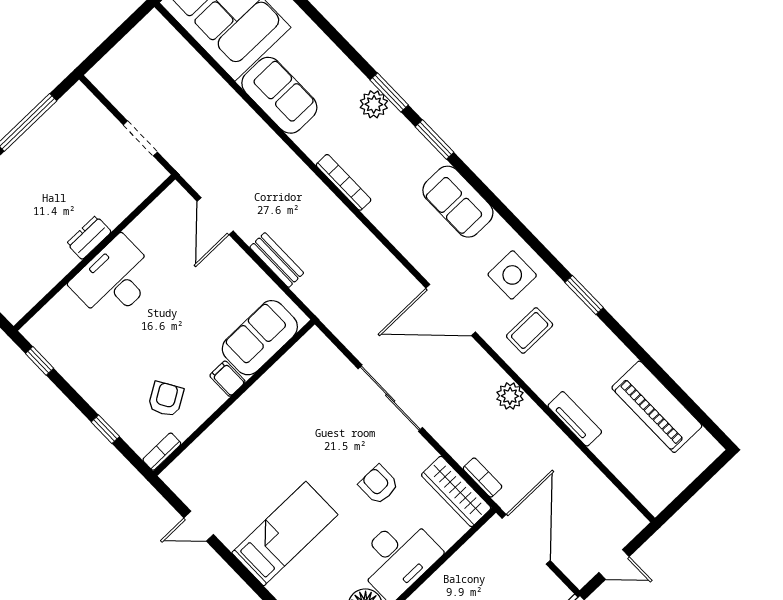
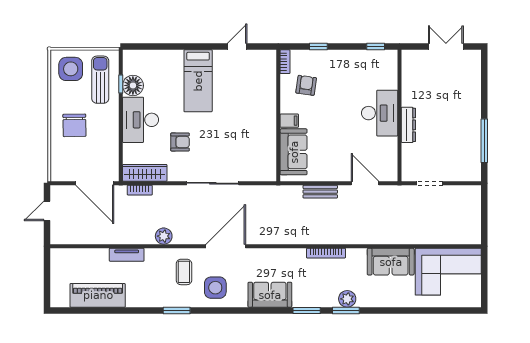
dresser: (89, 238) -> (408, 125), width x1.44
armchair: (166, 399) -> (306, 85), turned -141

